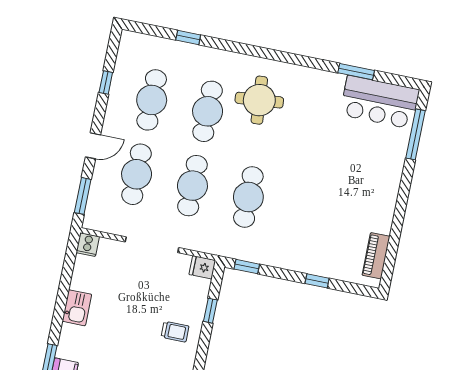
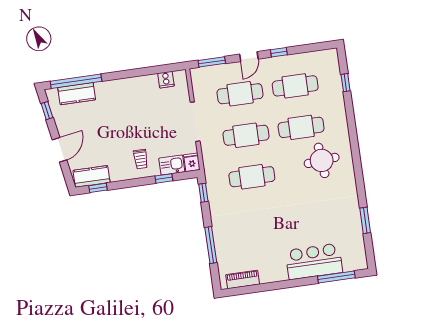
window: (188, 37) -> (346, 83), moved
window: (106, 82) -> (279, 52), moved
bar counter: (380, 102) -> (314, 261), moved, turned 90
door: (93, 146) -> (249, 57), hinge flipped
cooker: (88, 245) -> (166, 80), moved, turned -90
window: (317, 281) -> (211, 245), width x2.17
kitchen sink: (77, 308) -> (172, 165), moved, turned 180

